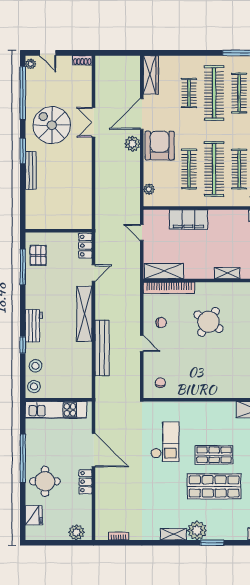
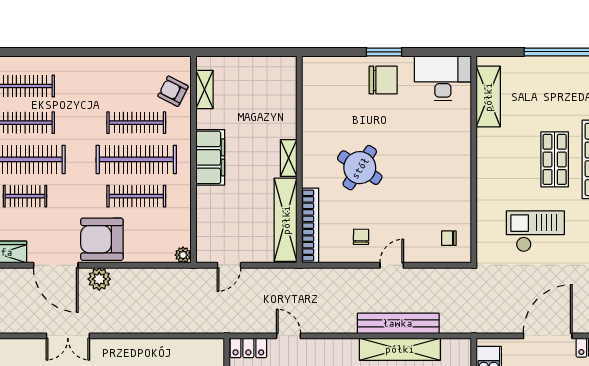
plant: (149, 189) -> (183, 255), moved
filing cabinet: (188, 220) -> (210, 157), moved
shelving: (164, 271) -> (286, 220), width x1.47
shelving: (227, 273) -> (289, 158), moved
shelving: (84, 314) -> (400, 349), moved

